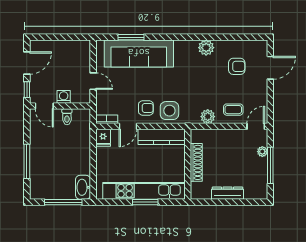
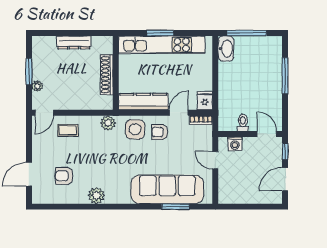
washing machine: (64, 97) -> (235, 144), moved
plant: (208, 117) -> (108, 123), moved
window: (270, 165) -> (29, 72), width x0.69

